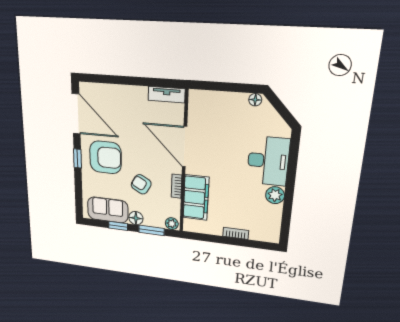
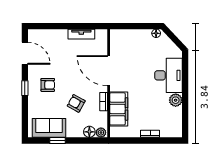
tv unit: (167, 95) -> (81, 34), moved
door: (76, 114) -> (25, 53), width x0.73
armchair: (105, 157) -> (48, 85), width x0.53, depth x0.53
floor lamp: (136, 218) -> (89, 132), moved
window: (151, 230) -> (85, 140), removed

